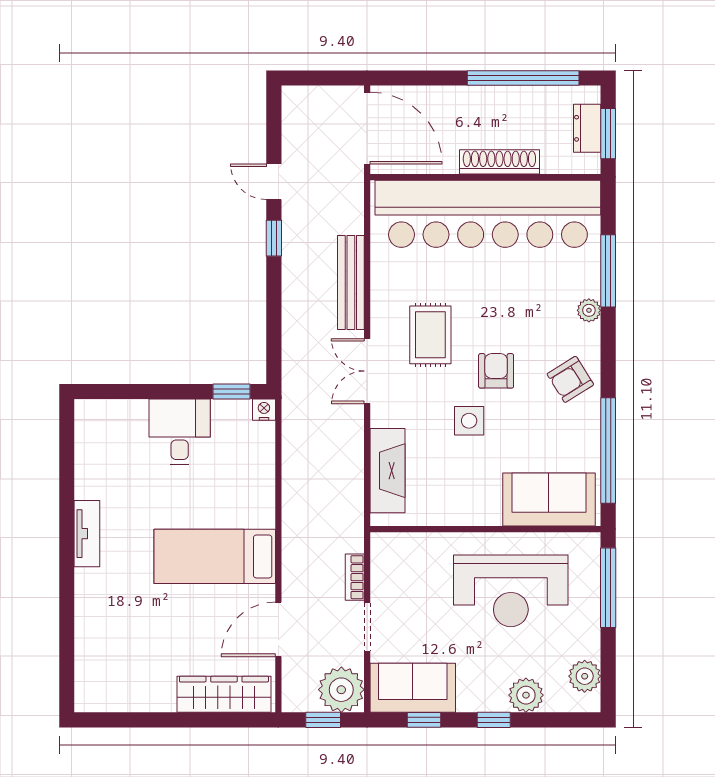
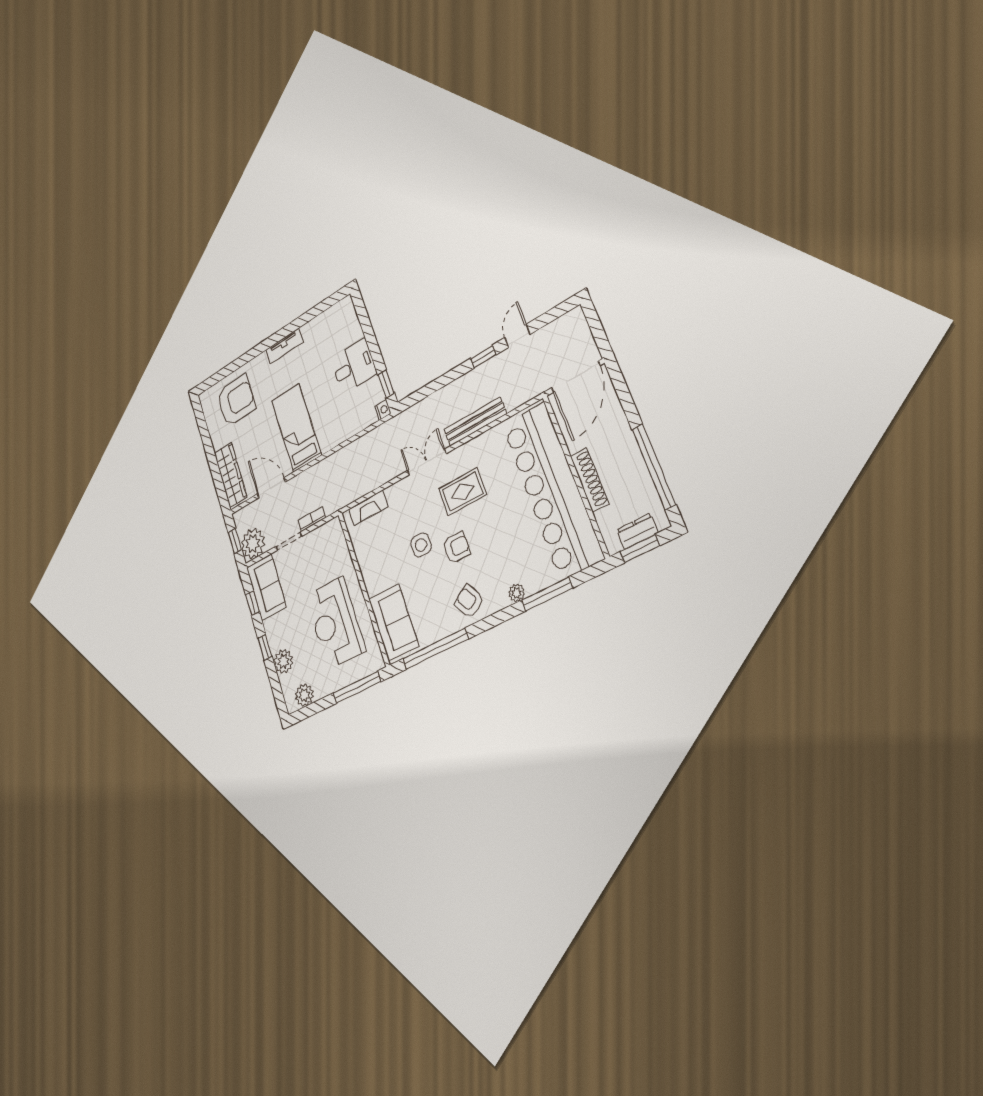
fireplace: (387, 471) -> (368, 508), width x0.73, depth x0.76
armchair: (120, 646) -> (236, 400), added

